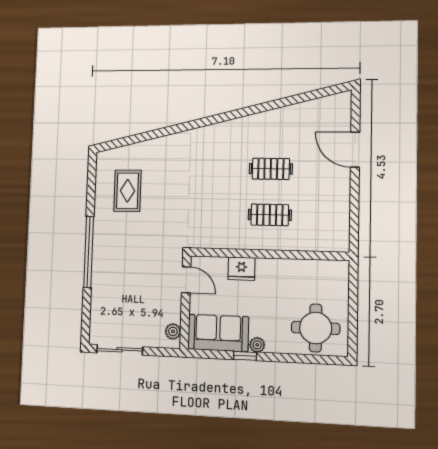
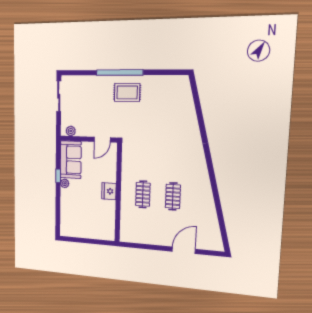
rug: (128, 191) -> (127, 92), moved
fridge: (241, 269) -> (109, 191), moved
round table: (316, 328) -> (75, 218), removed

